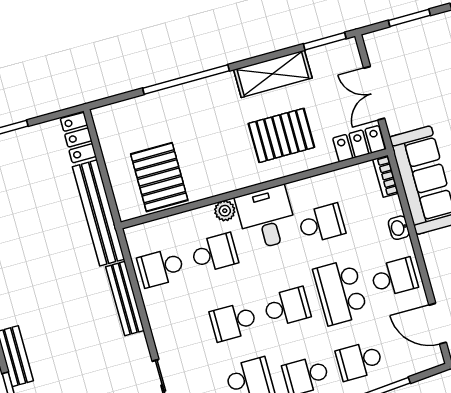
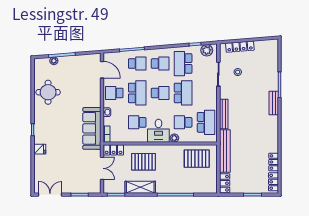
pallet: (159, 177) -> (197, 159), turned 90
school desk: (161, 268) -> (206, 122), width x1.85
school desk: (287, 307) -> (160, 93), turned 180
school desk: (233, 322) -> (183, 93), width x1.85

